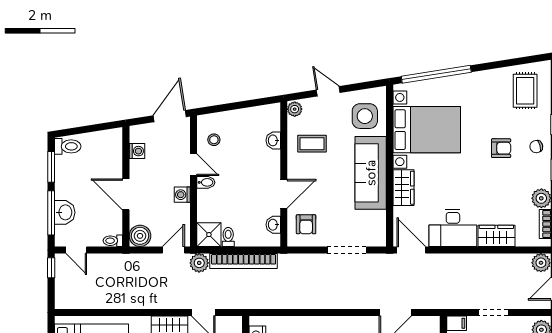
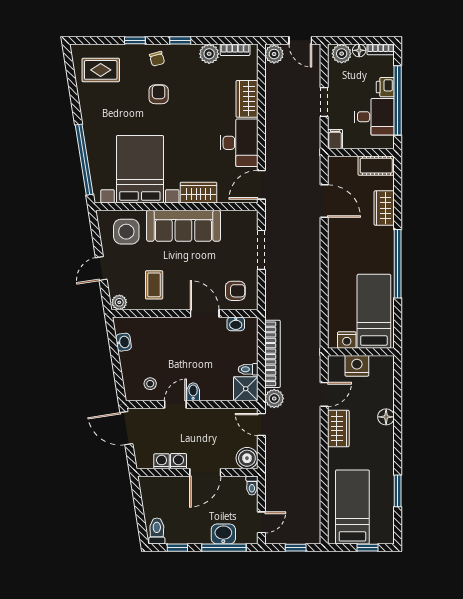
washbasin: (273, 140) -> (124, 342), moved, turned -99
window: (51, 167) -> (177, 548), width x0.67
washing machine: (182, 195) -> (178, 461), moved, turned 180
window: (51, 268) -> (296, 548), moved

